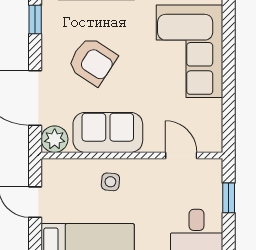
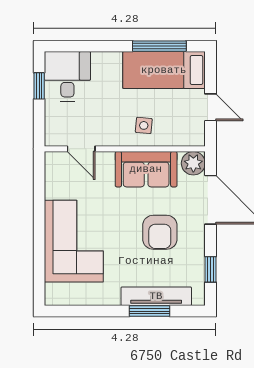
armchair: (92, 61) -> (160, 232), turned -123
window: (229, 198) -> (39, 86), moved

